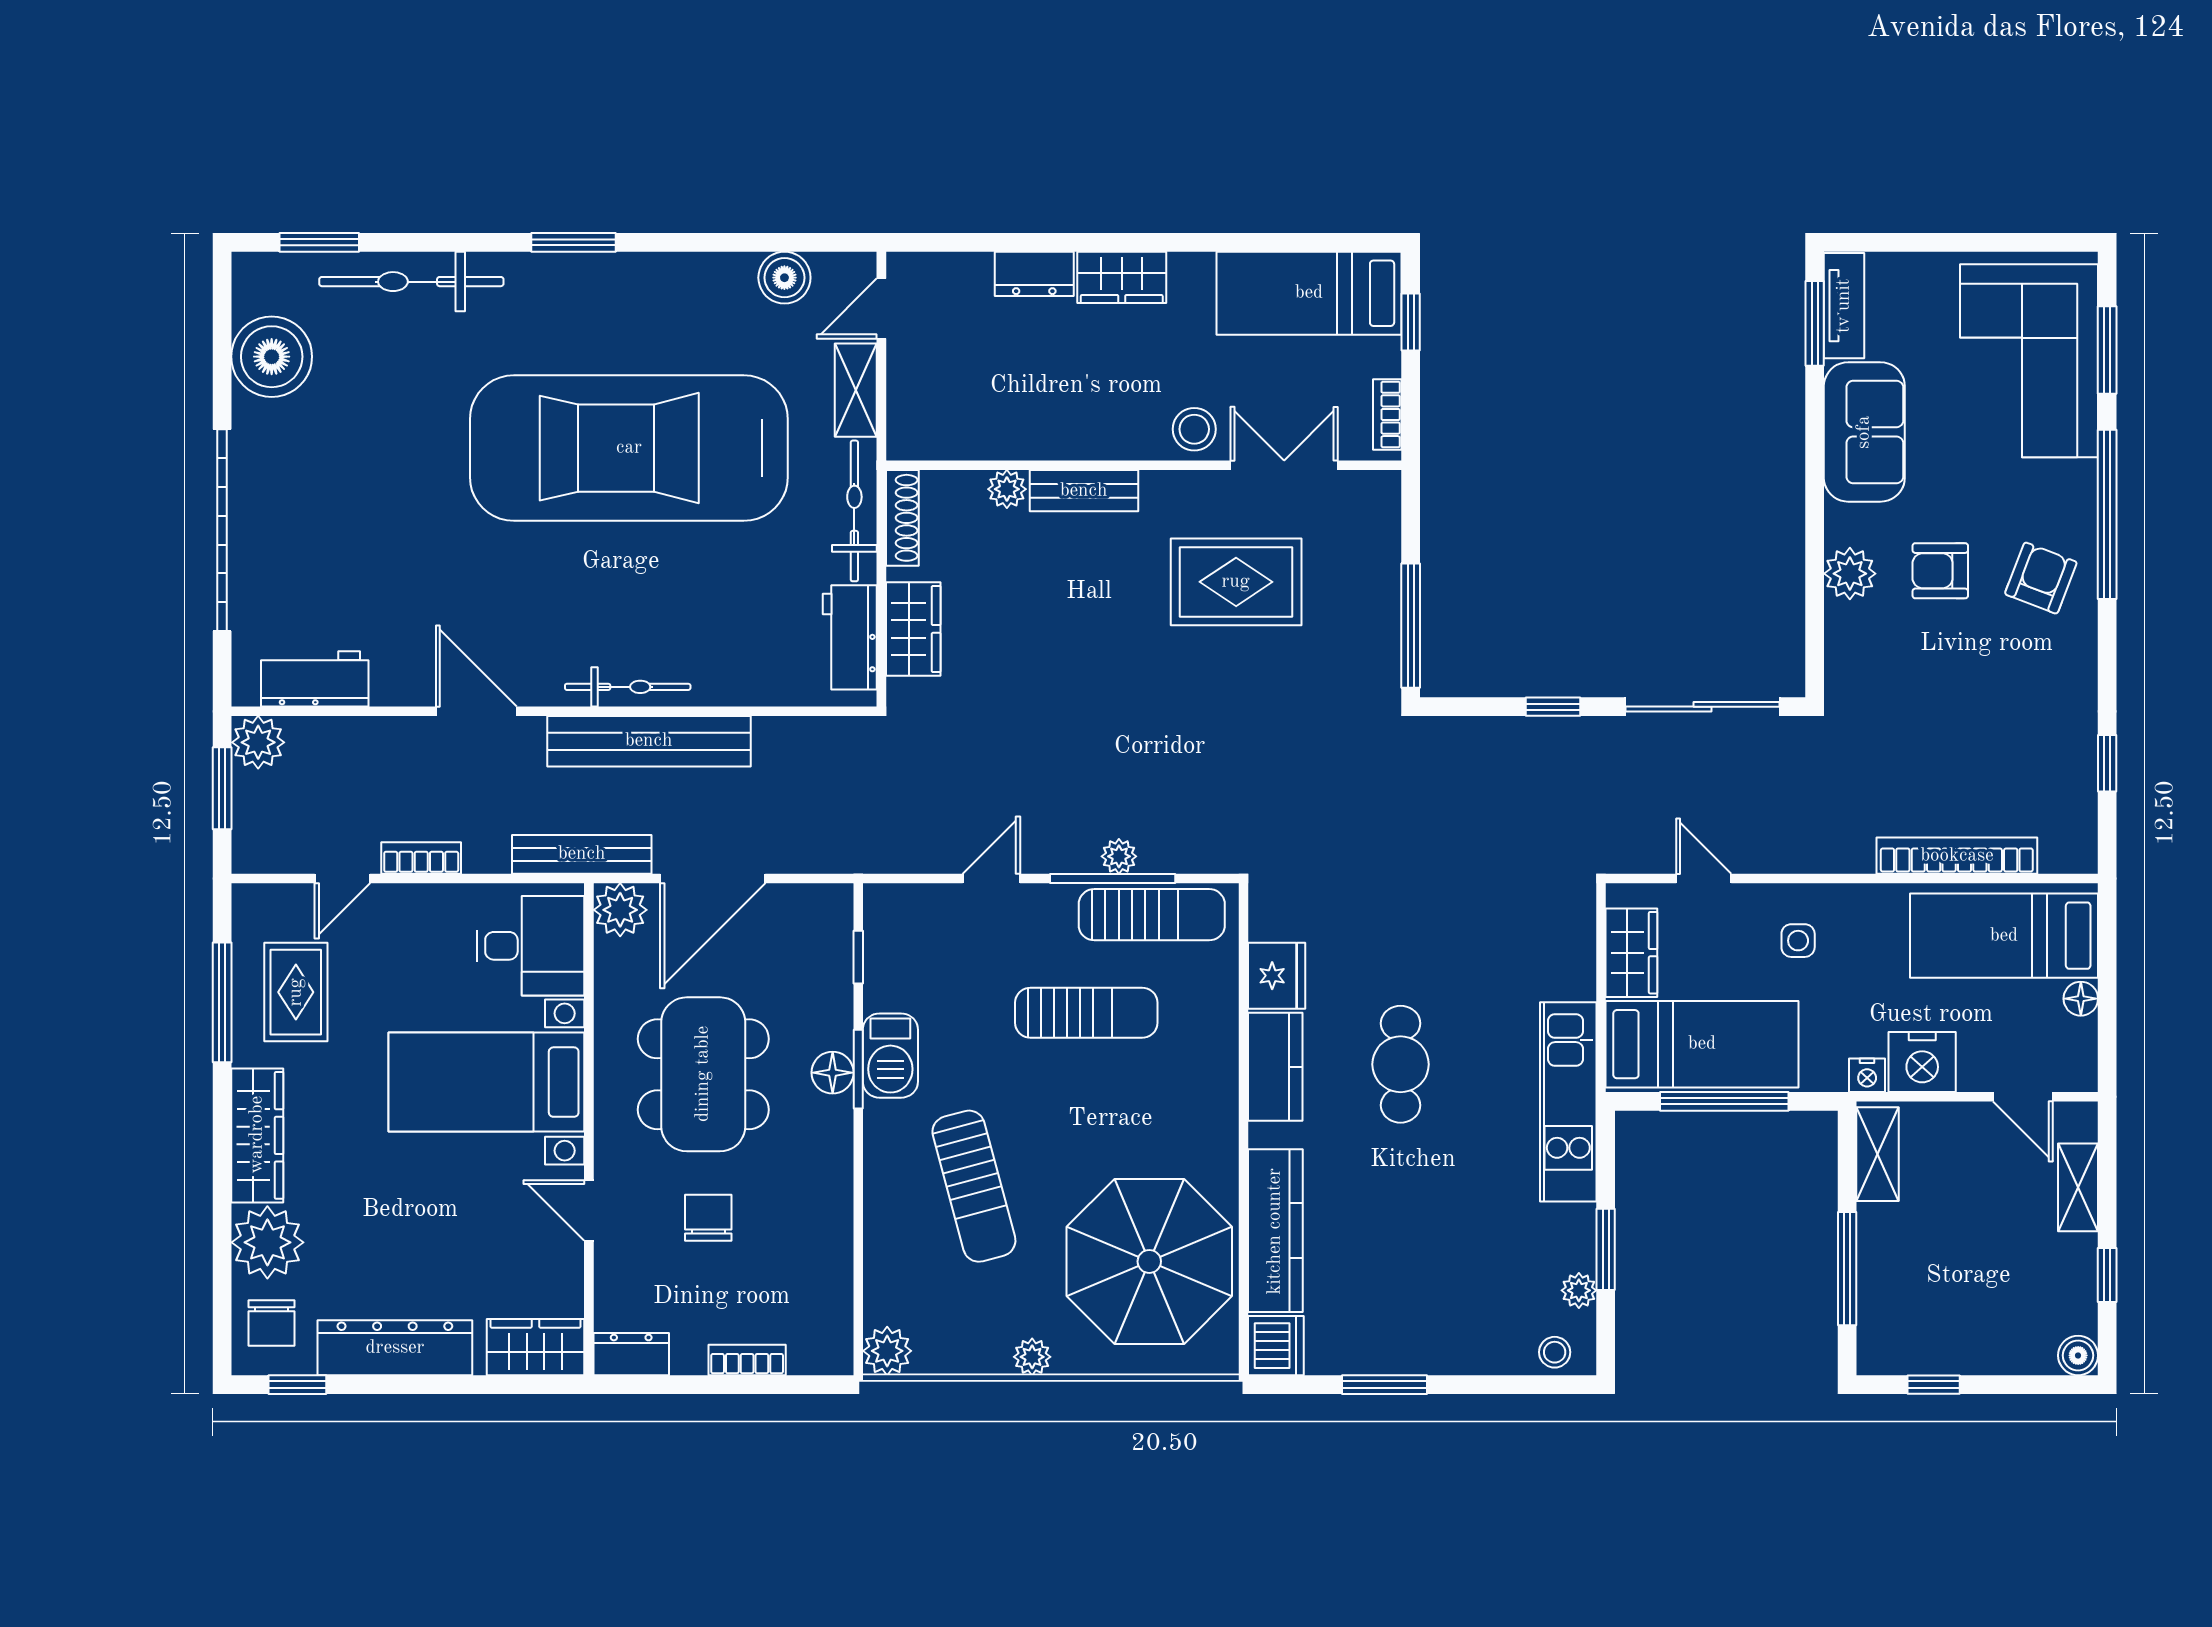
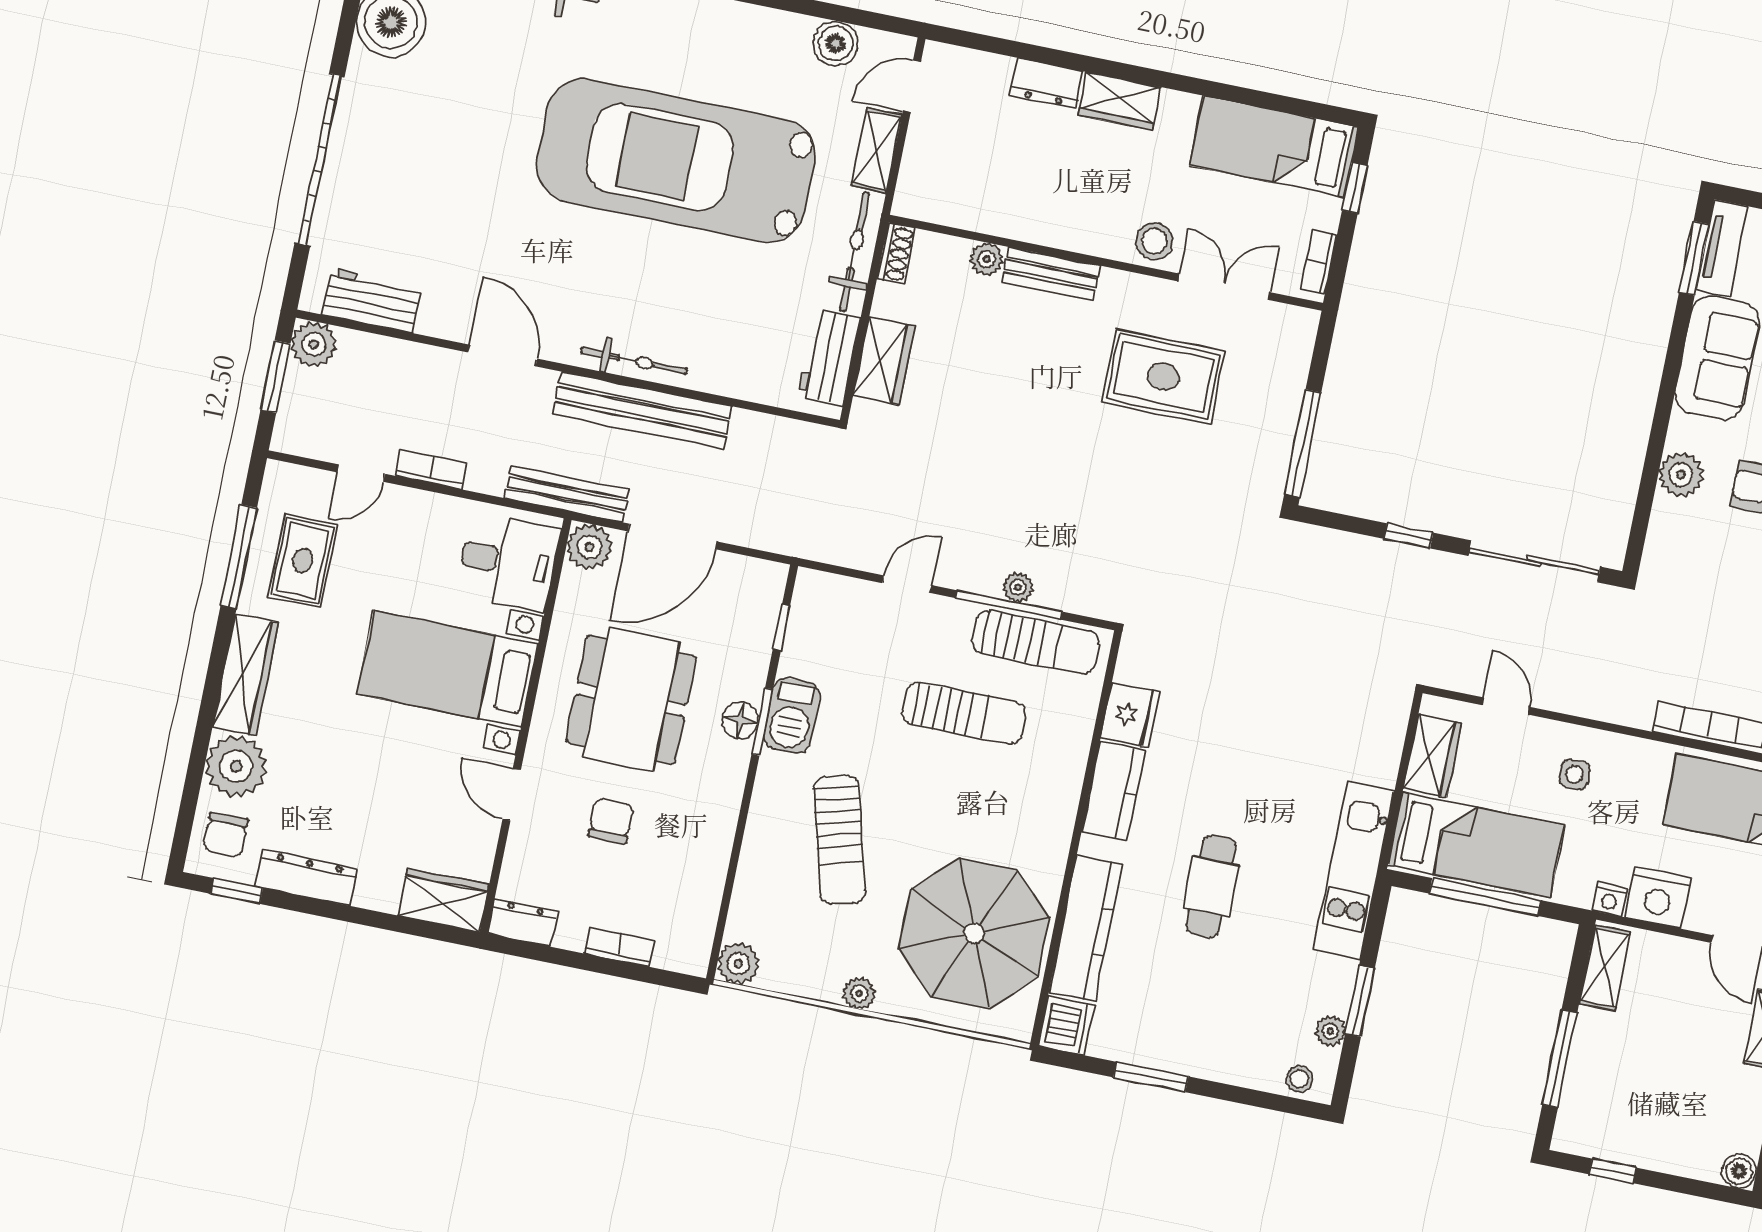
shoe rack: (902, 518) -> (896, 254), width x0.70
cafe table: (1401, 1064) -> (1211, 886), moved
dresser: (395, 1348) -> (307, 878), width x0.73, depth x0.80

